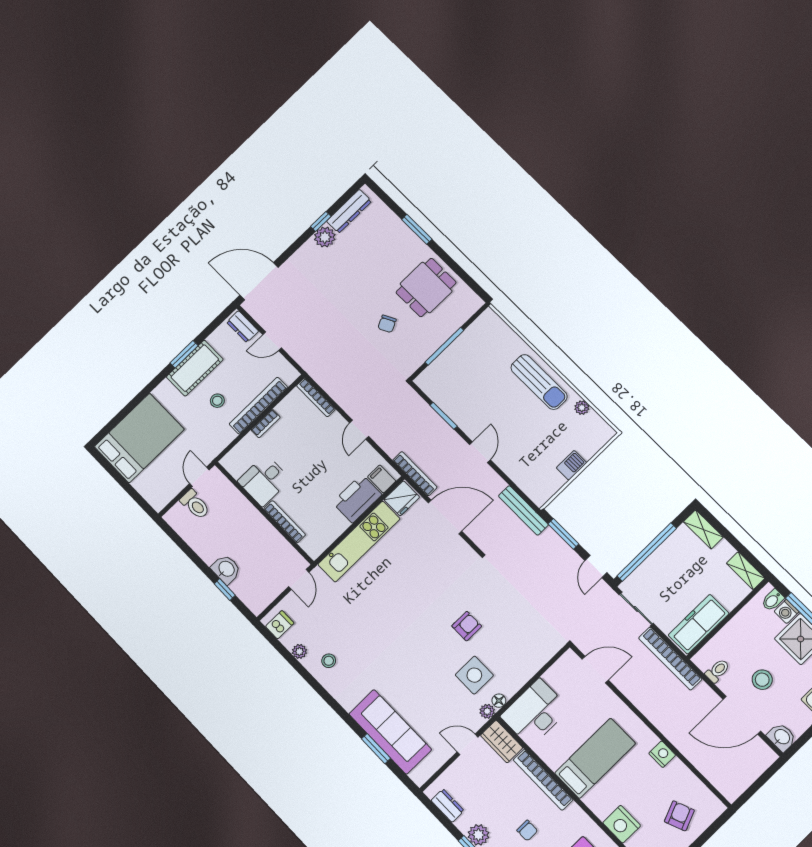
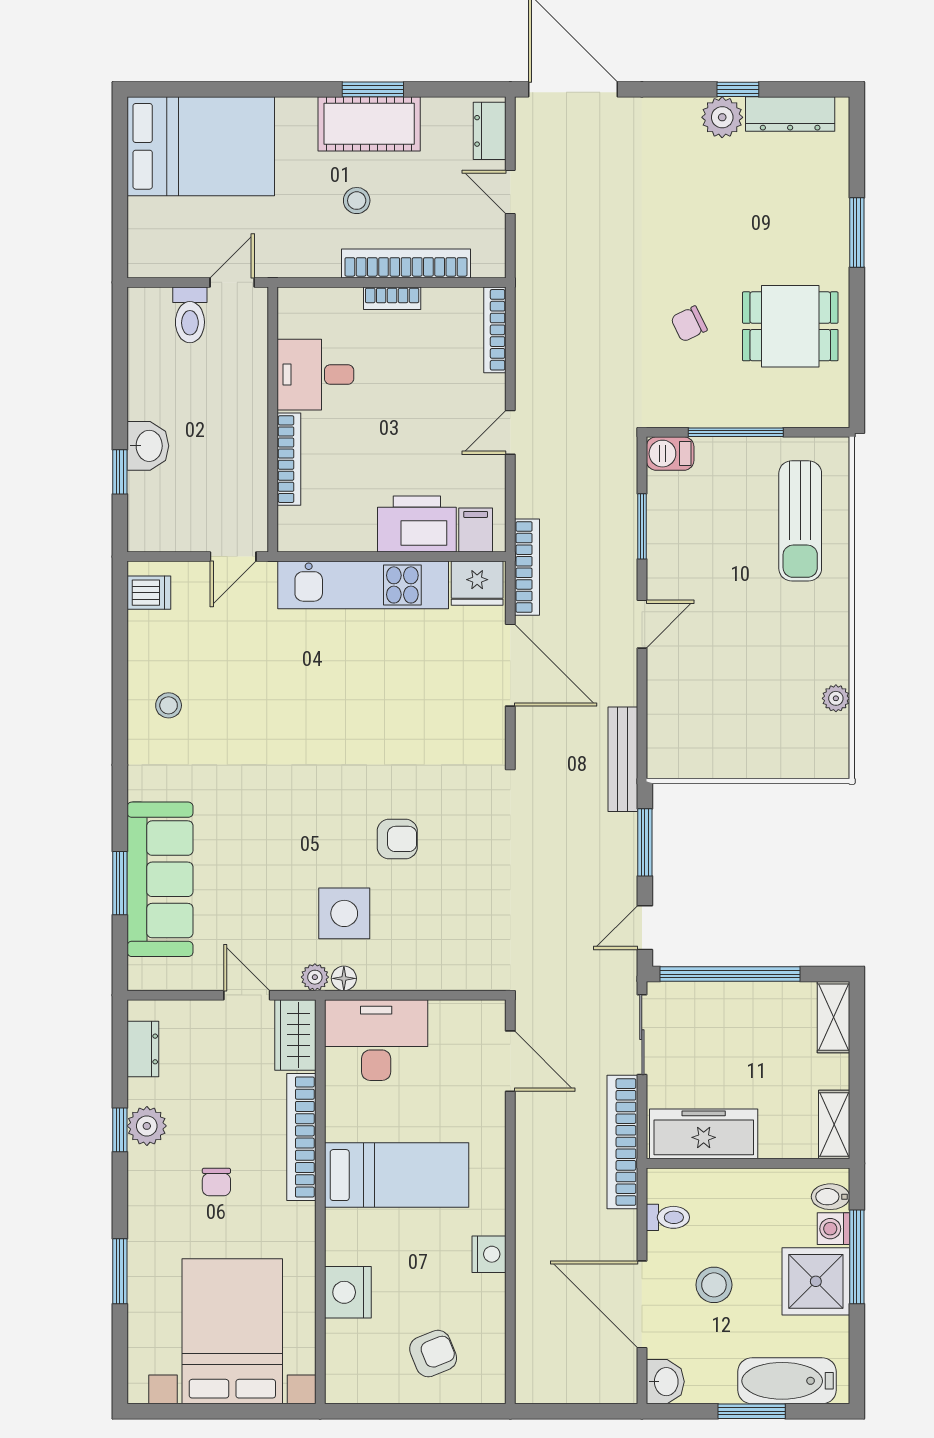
sun lounger: (539, 382) -> (800, 521), moved
barbecue: (572, 465) -> (670, 454), moved, turned 180
plant: (299, 651) -> (141, 654), removed

